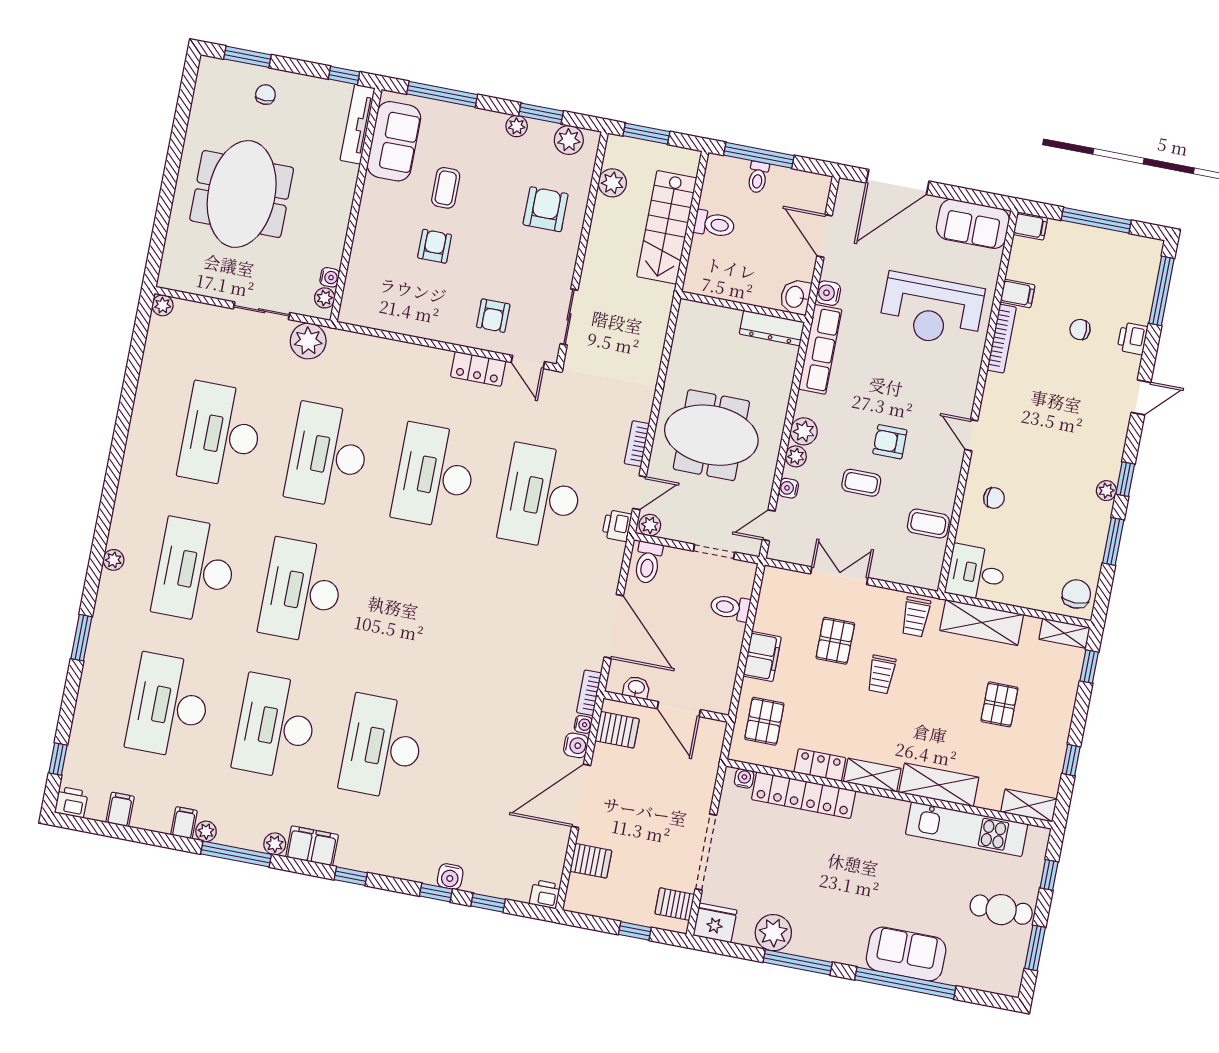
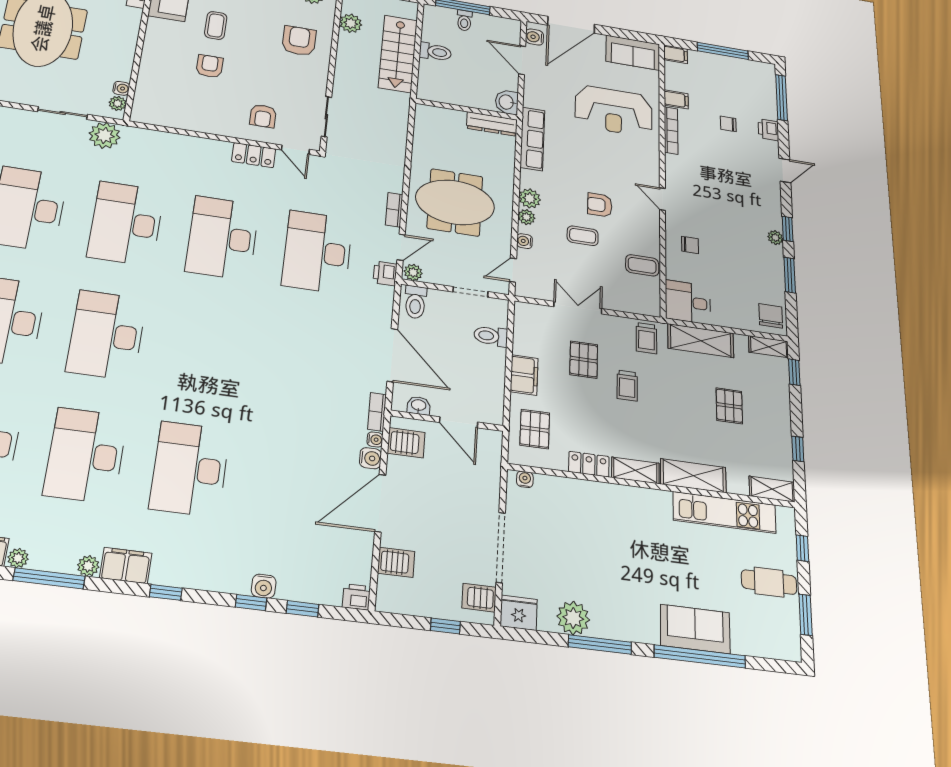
water cooler: (828, 293) -> (534, 37), moved
locker: (804, 795) -> (579, 491), removed

